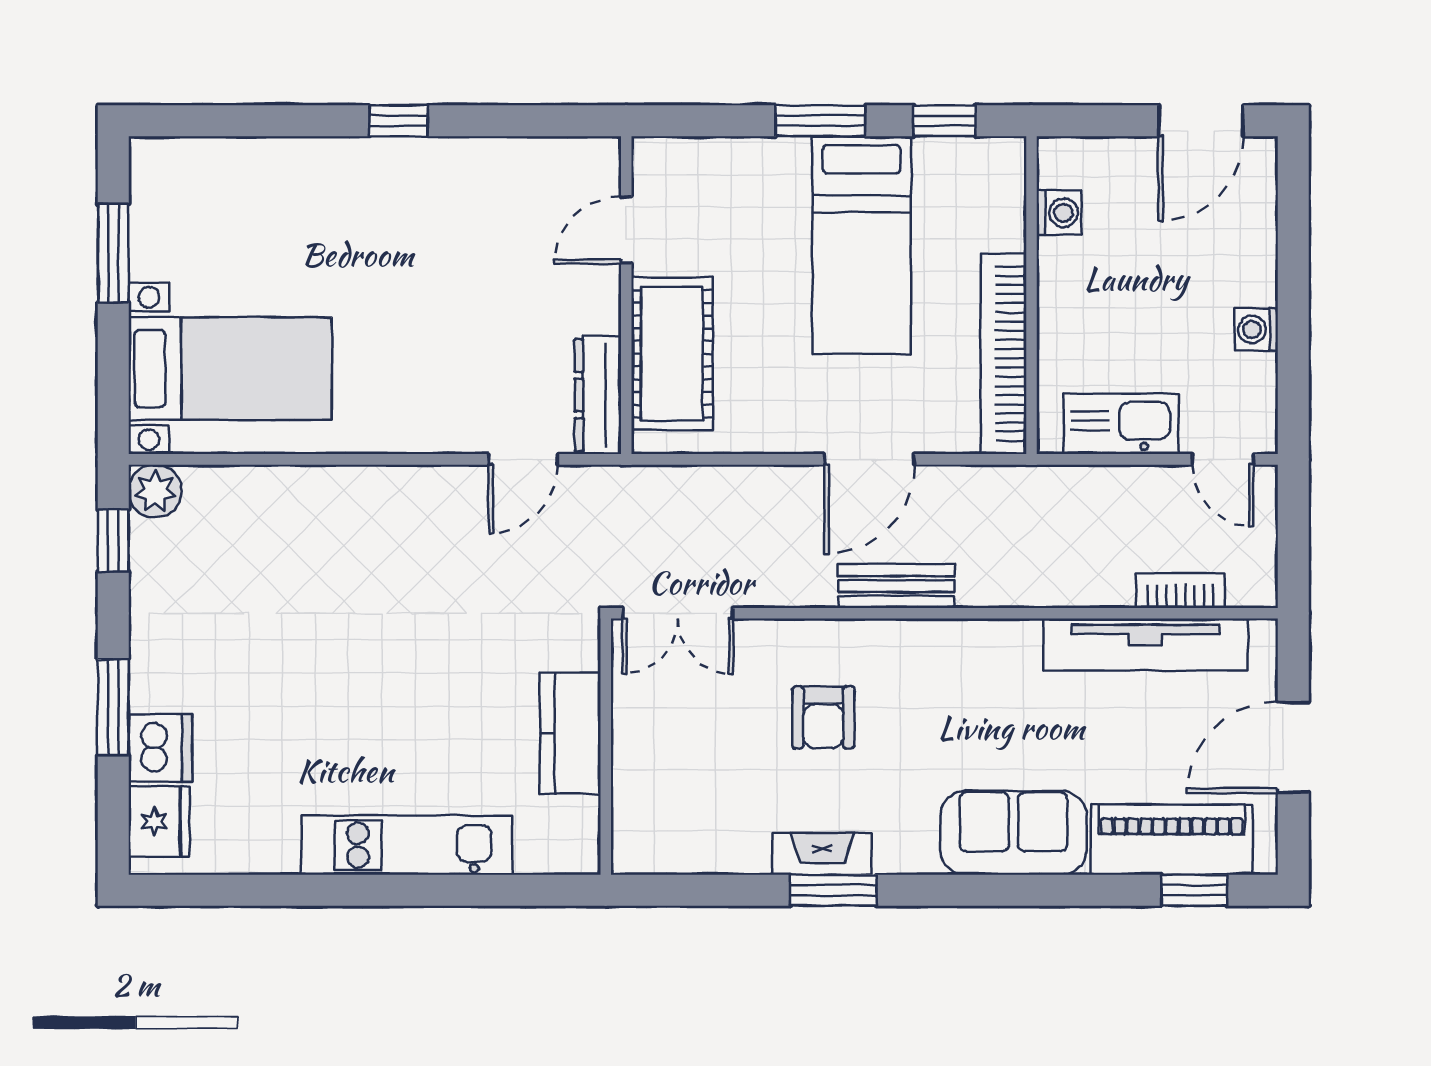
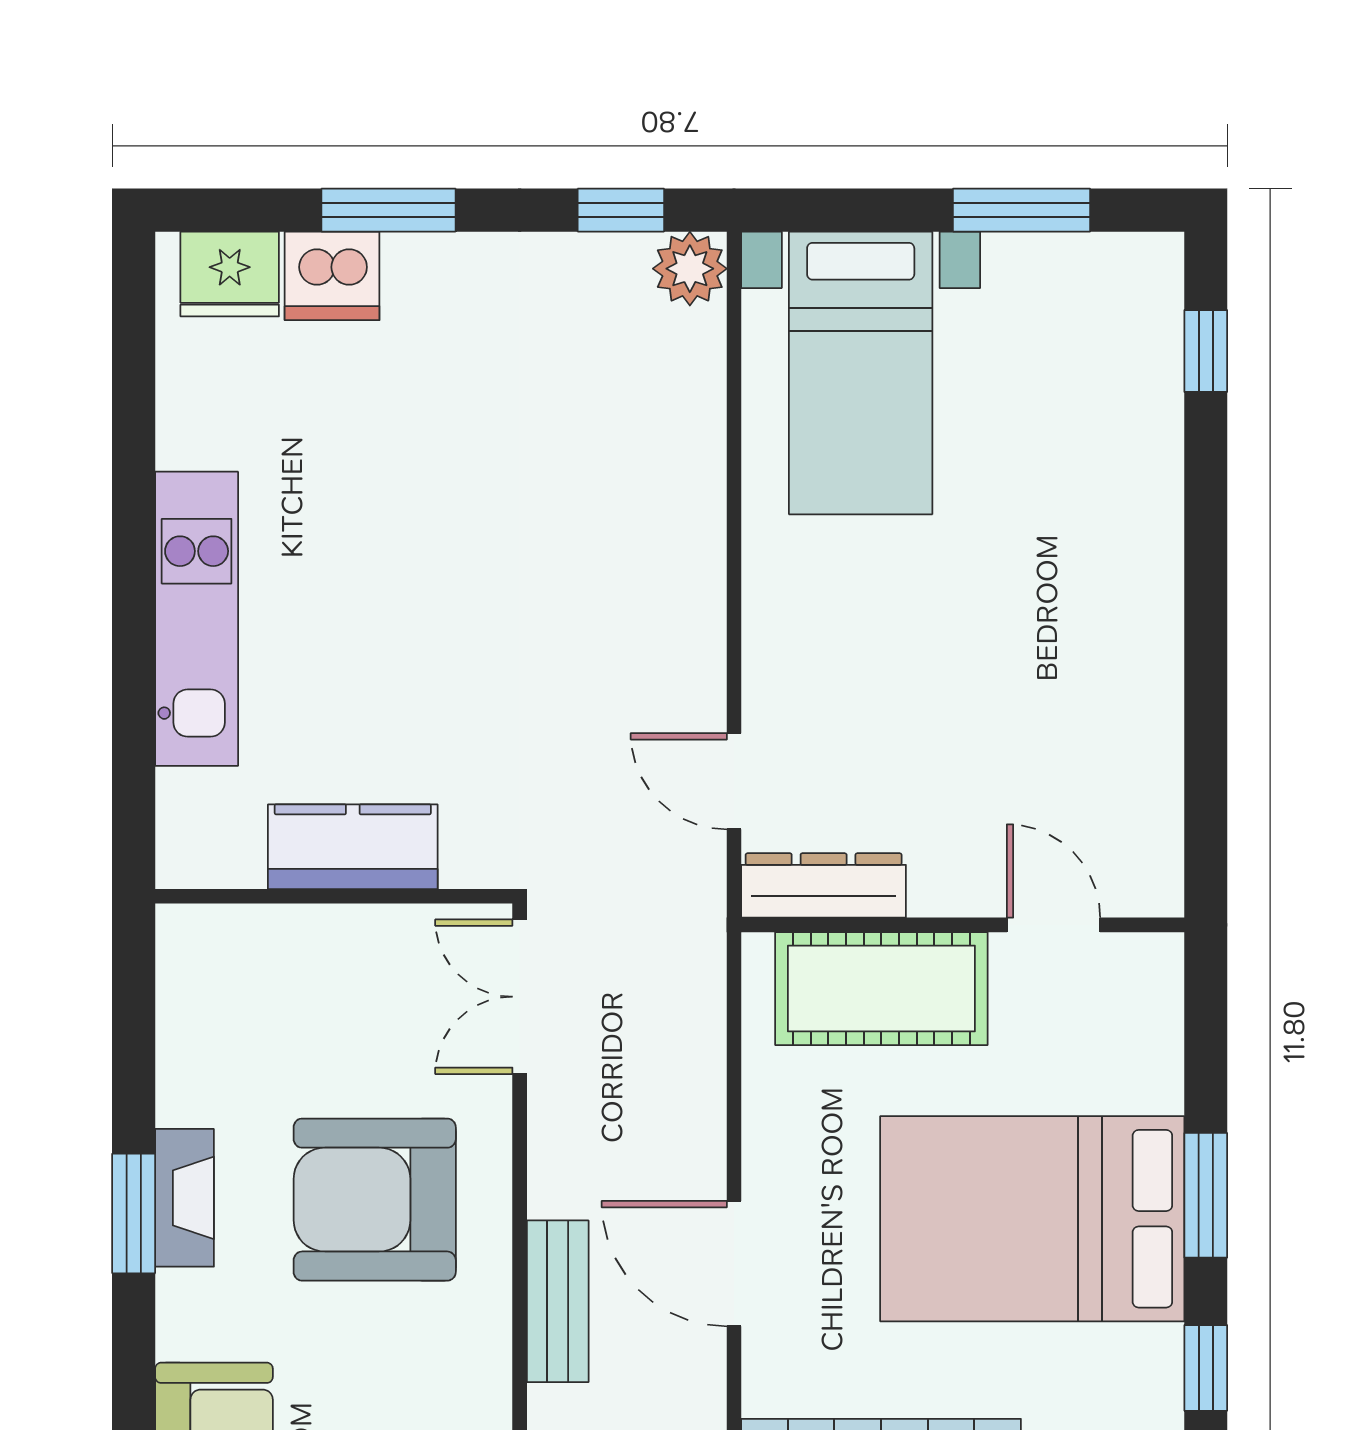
window: (399, 121) -> (1206, 351), moved
bed: (862, 245) -> (1032, 1219), width x1.50
armchair: (823, 717) -> (375, 1200), width x1.88, depth x1.88

